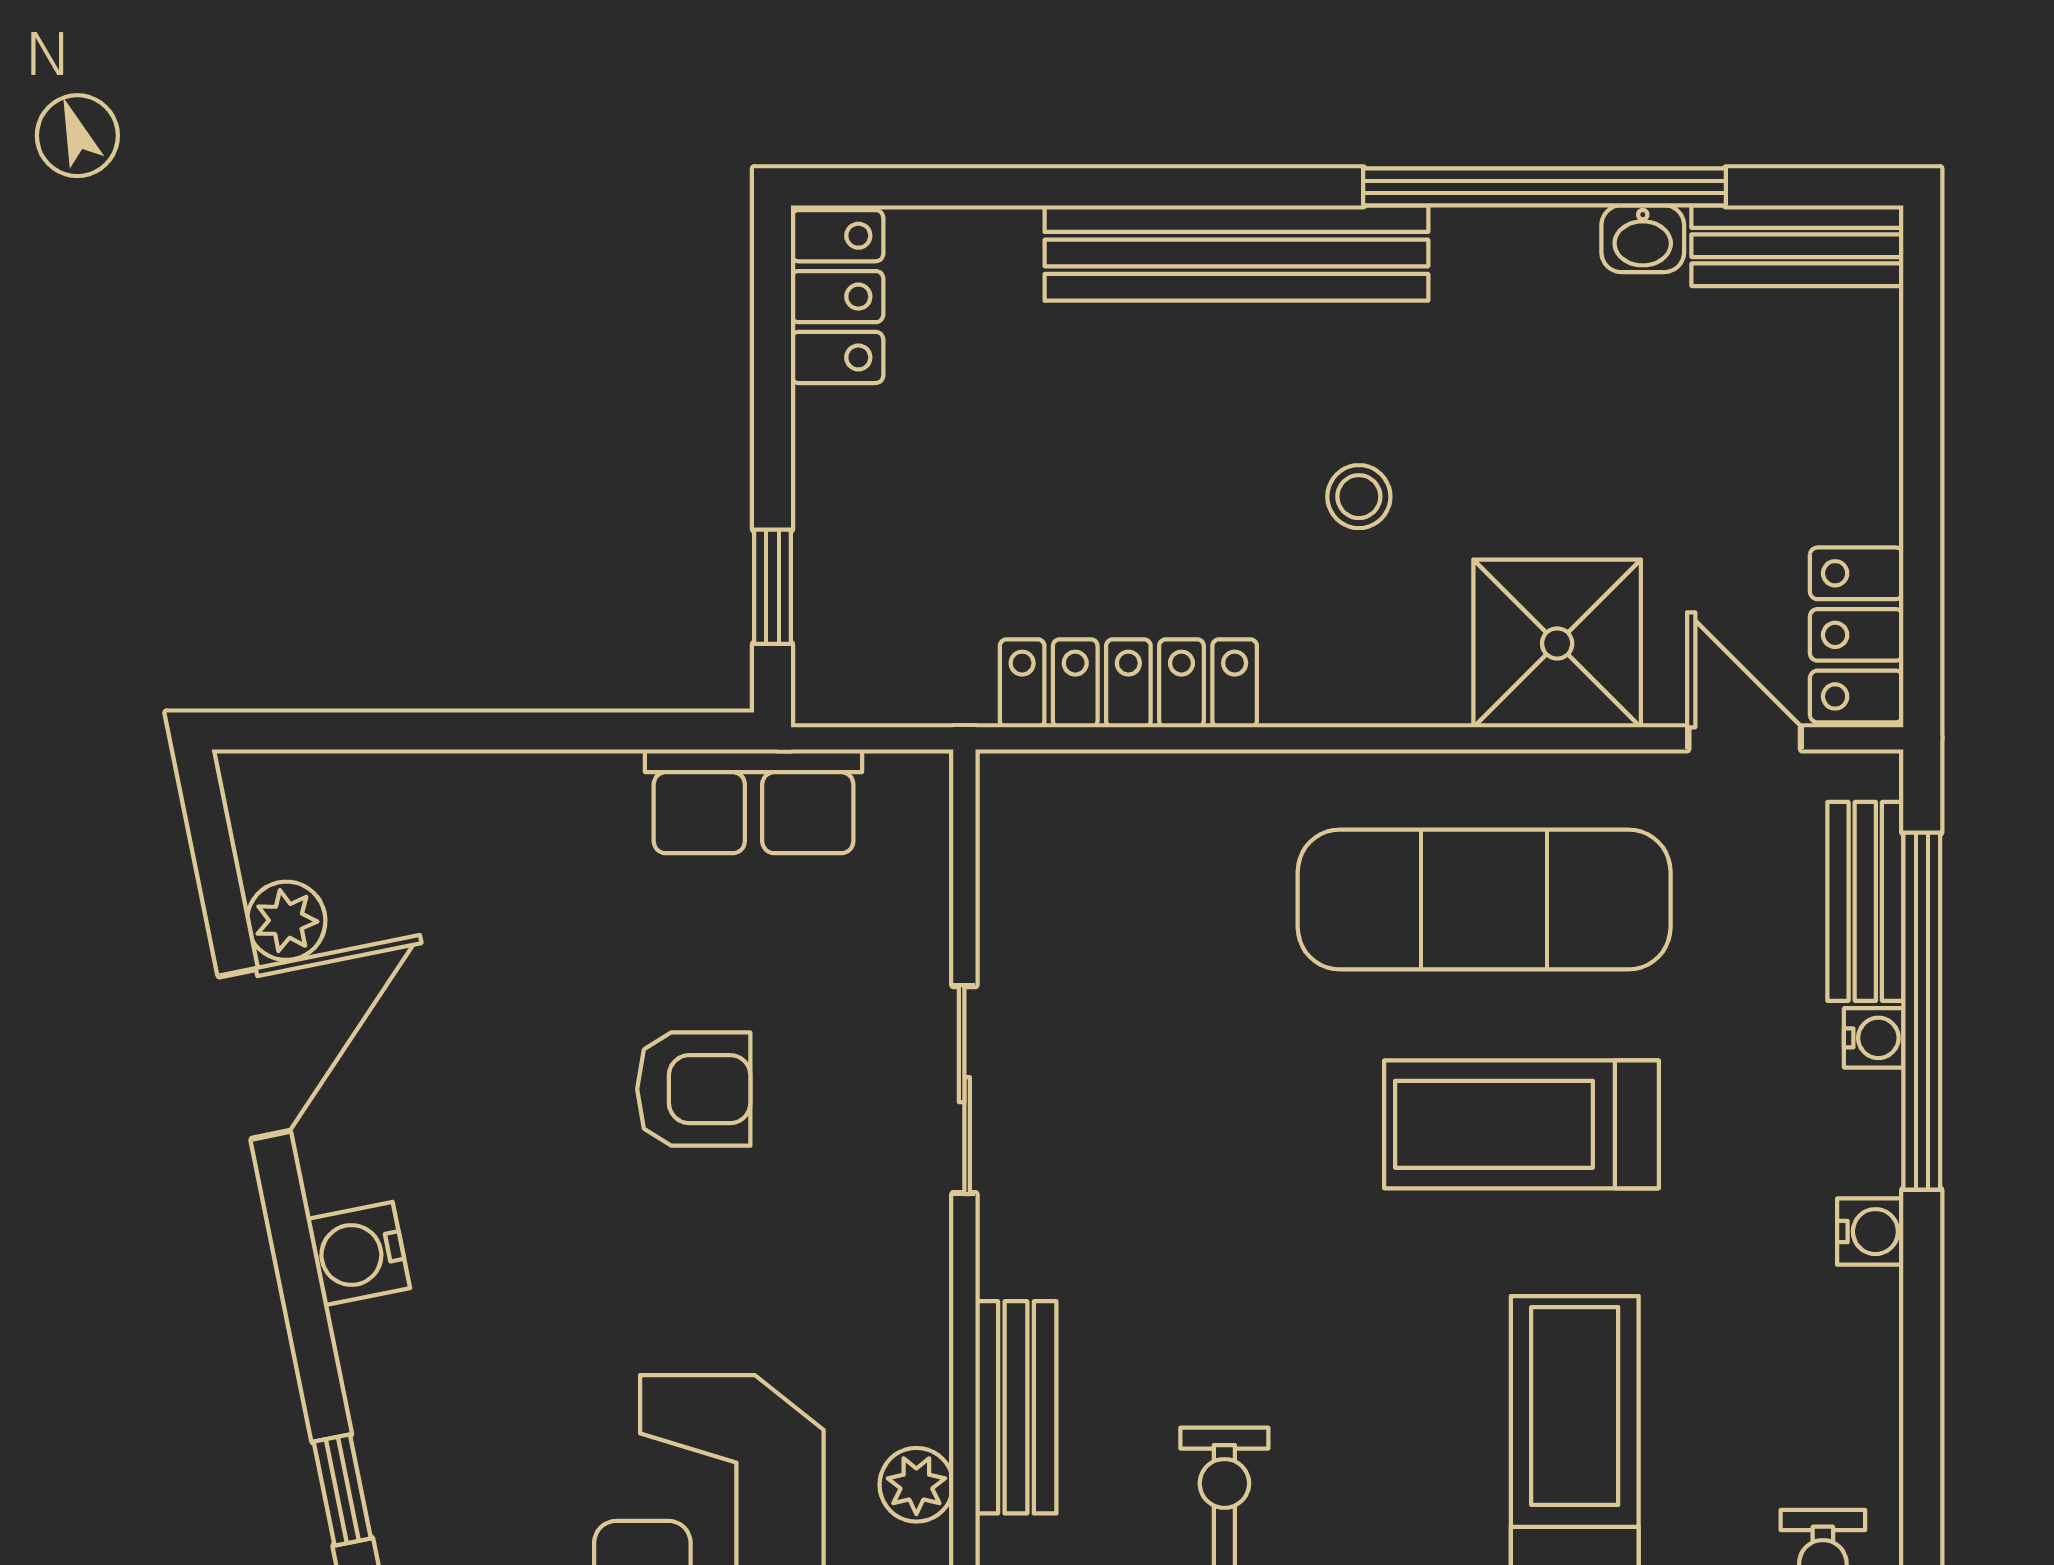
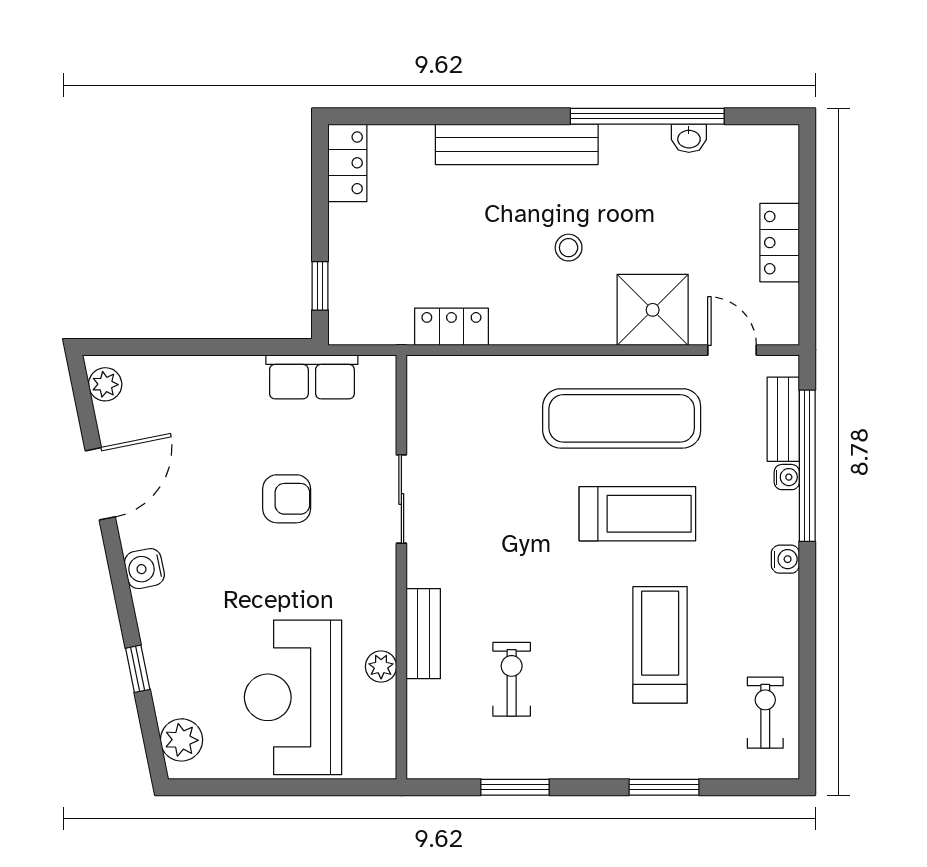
bench: (1797, 246) -> (754, 141), removed
locker: (1857, 635) -> (780, 243), moved
locker: (1128, 683) -> (451, 327), width x0.66
plant: (286, 921) -> (105, 384), moved
treadmill: (1521, 1124) -> (637, 514), turned 180

